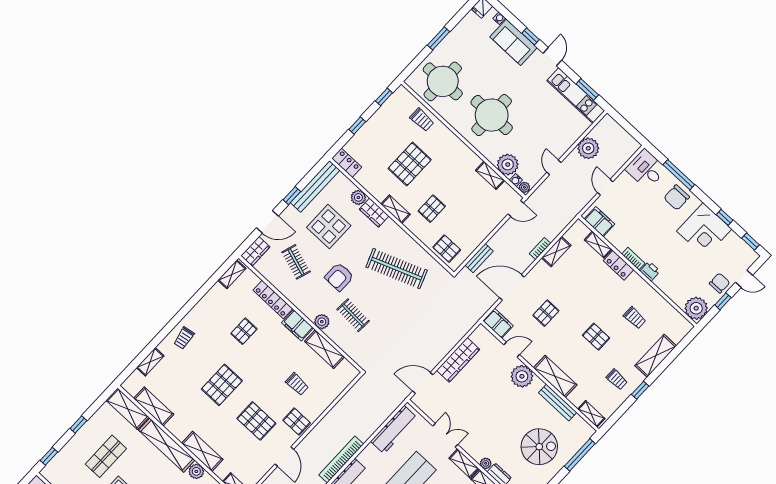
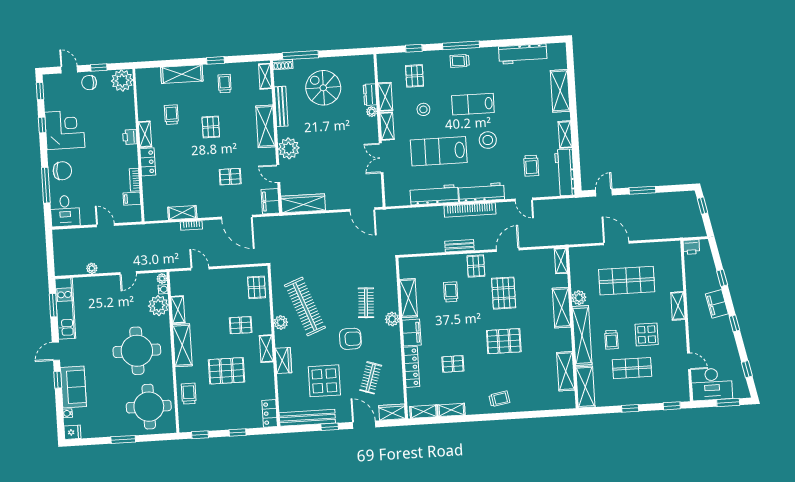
plant: (588, 148) -> (92, 268), width x0.53, depth x0.53
shelving: (461, 152) -> (182, 345), added
door: (605, 187) -> (105, 225), swing flipped
plant: (358, 197) -> (281, 323), moved
door: (516, 208) -> (200, 269), moved
filing cabinet: (599, 222) -> (132, 199), width x0.50
shelving: (598, 245) -> (145, 134), moved
bench: (479, 258) -> (459, 246), moved
bookcase: (633, 259) -> (135, 180), moved
wardrobe: (458, 360) -> (303, 203), moved
shelving: (150, 362) -> (451, 410), moved
workbench: (394, 430) -> (434, 195), moved
shoe rack: (586, 435) -> (283, 65), added
trolley: (142, 463) -> (611, 340), added

